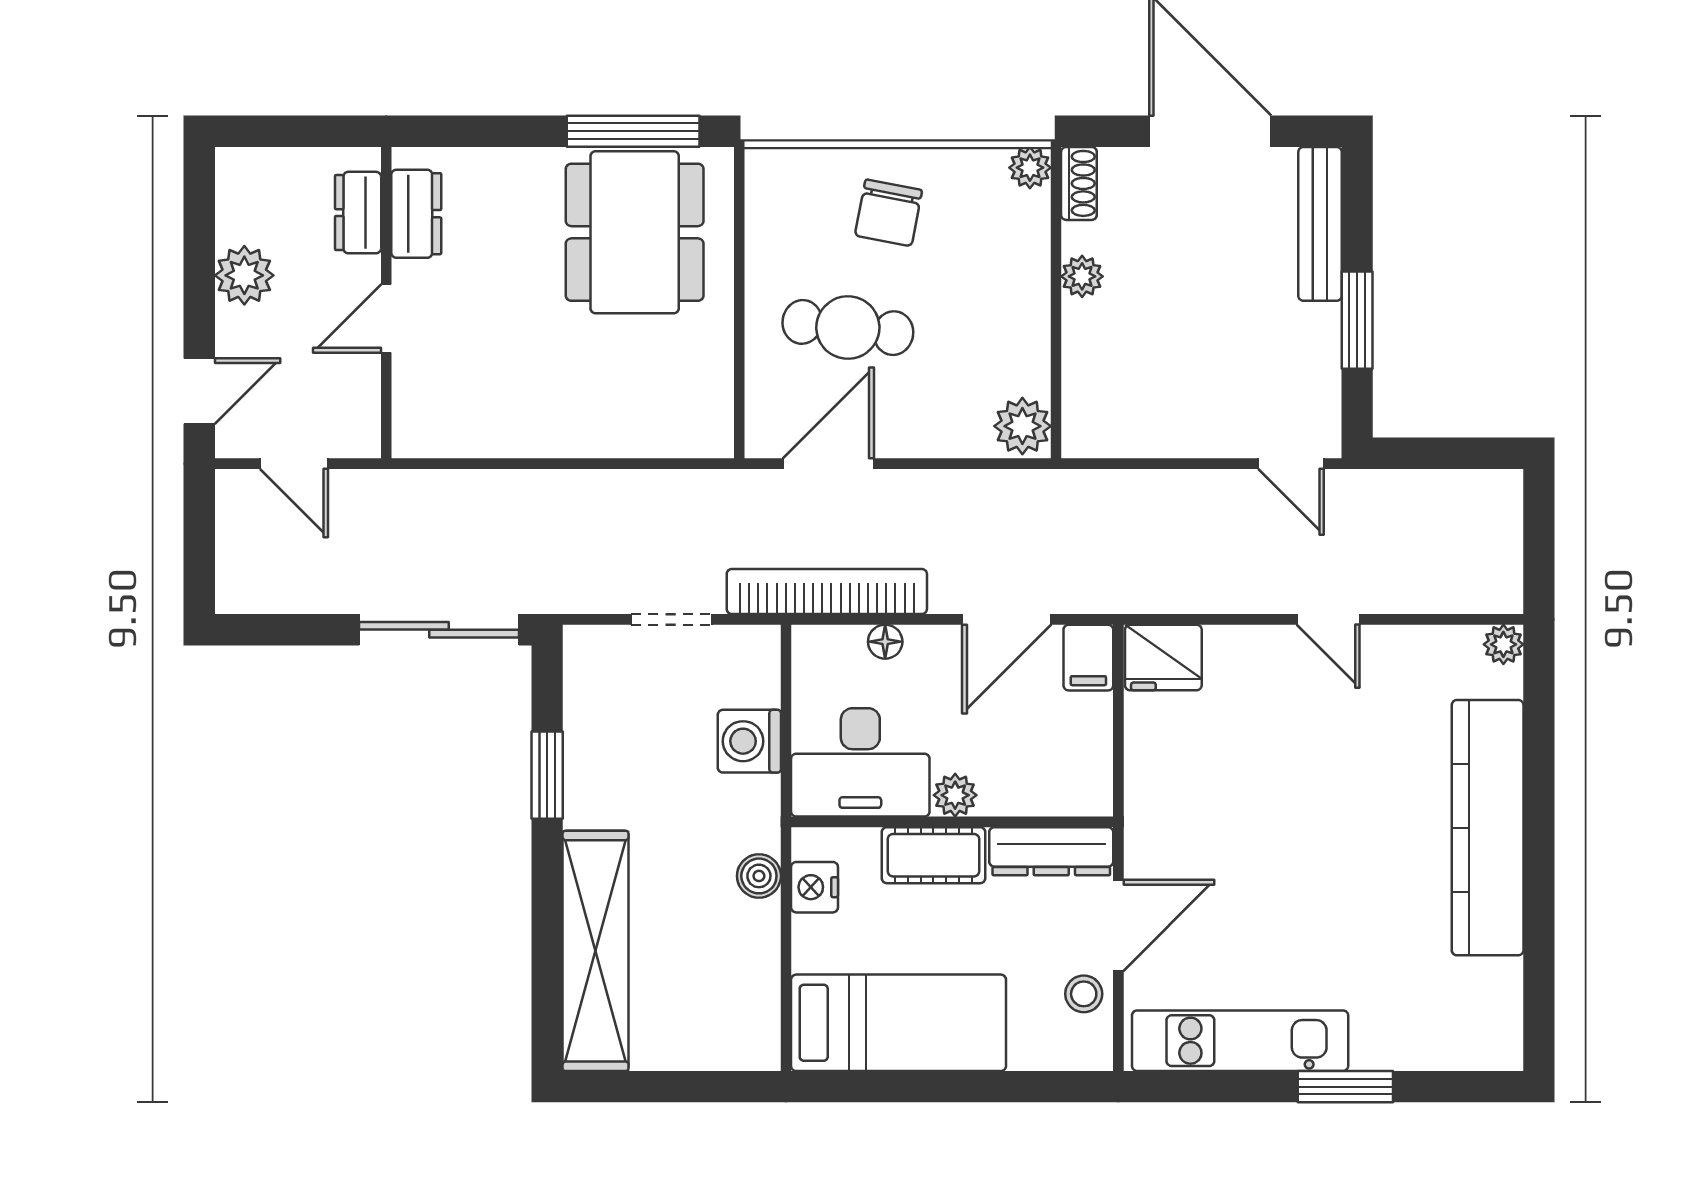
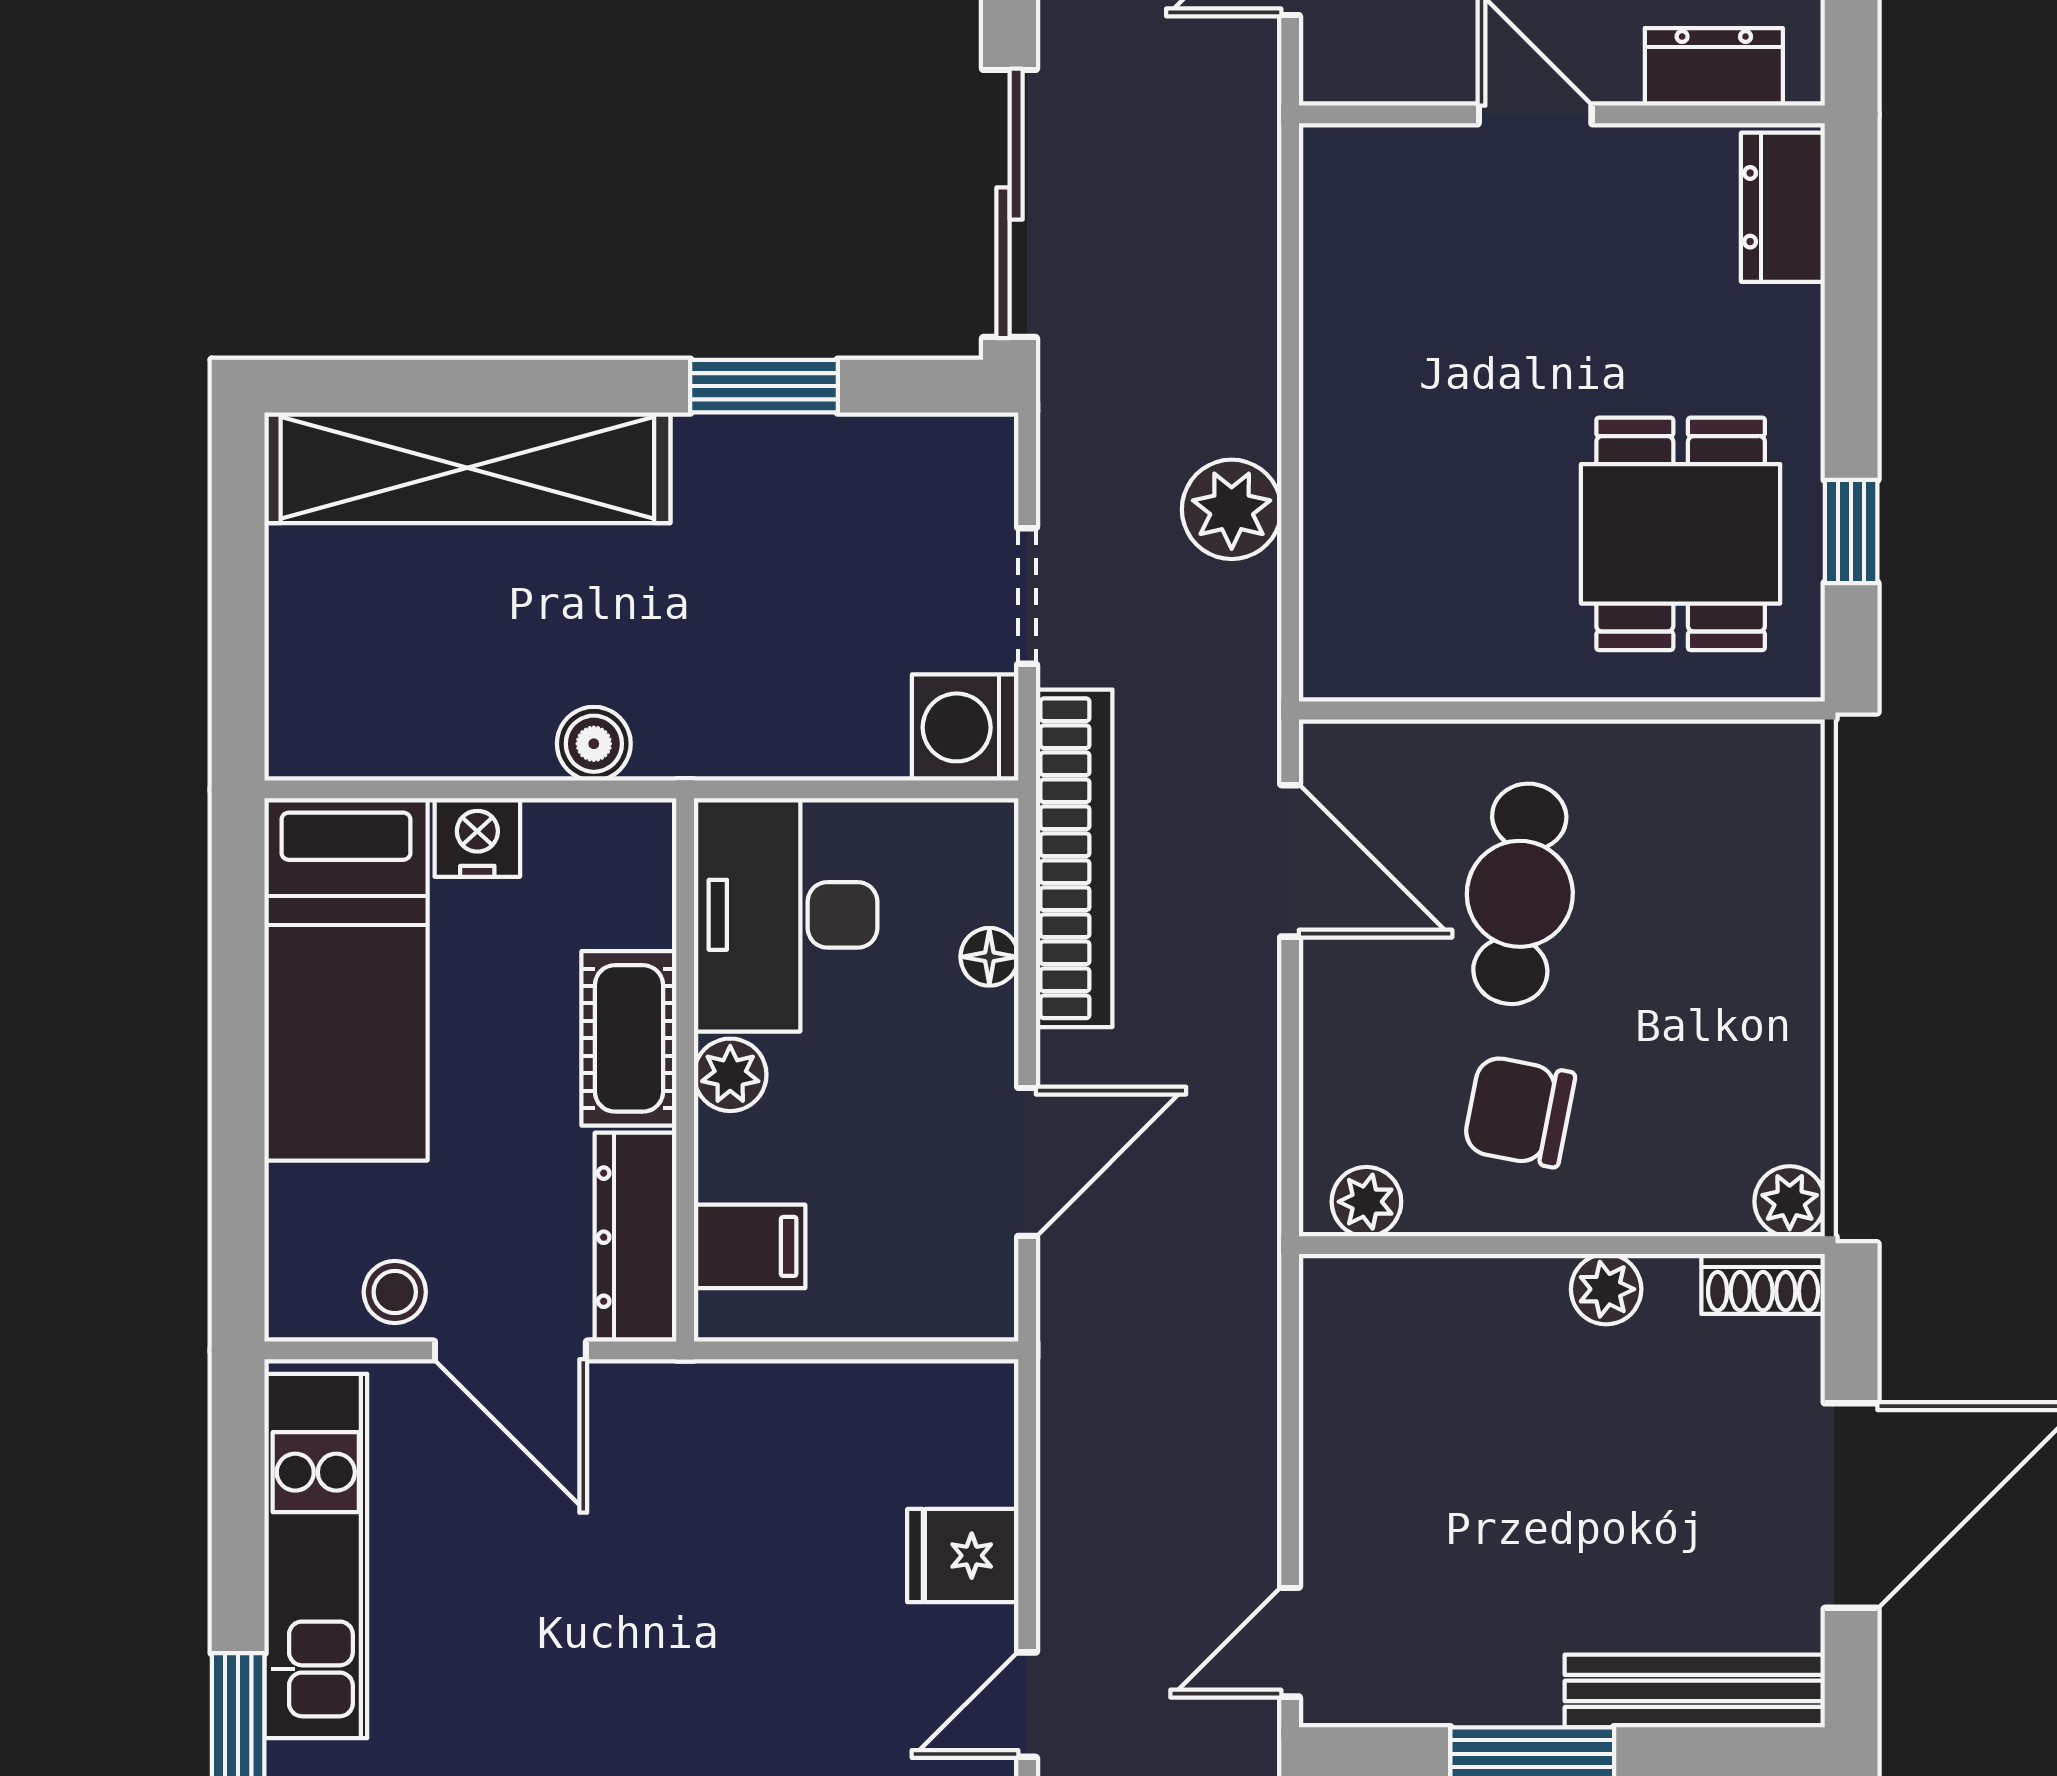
window: (633, 131) -> (1851, 531), width x0.46
chair: (888, 213) -> (1519, 1111), moved
dresser: (416, 214) -> (1783, 207), moved, turned 90
dining table: (635, 232) -> (1681, 534), width x0.73
plant: (1022, 426) -> (1366, 1202), width x0.73, depth x0.73
plant: (620, 498) -> (1232, 509), added
door: (1007, 619) -> (1027, 1162), swing flipped
fridge: (1163, 657) -> (963, 1556), moved, width x0.72
filing cabinet: (1088, 658) -> (750, 1246), moved, turned 180
washing machine: (749, 741) -> (965, 727), moved, turned -90
nightstand: (815, 887) -> (477, 838), moved

